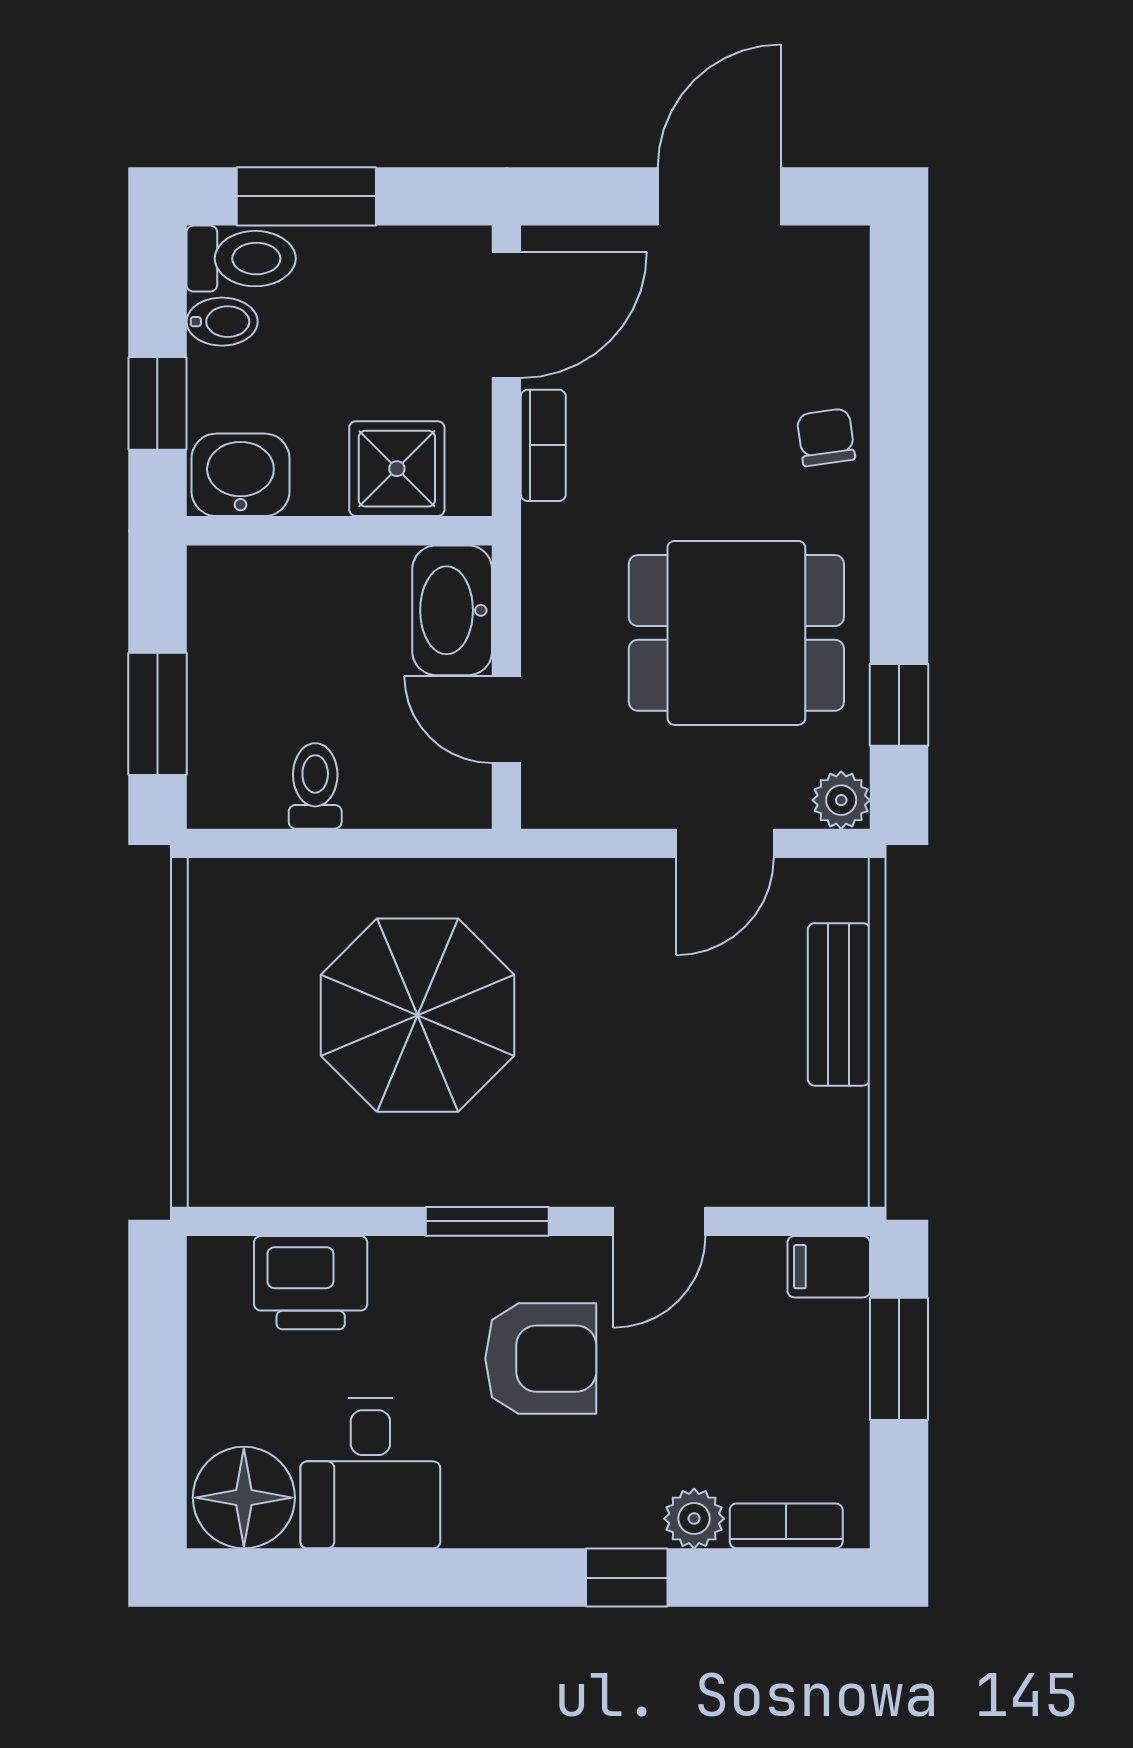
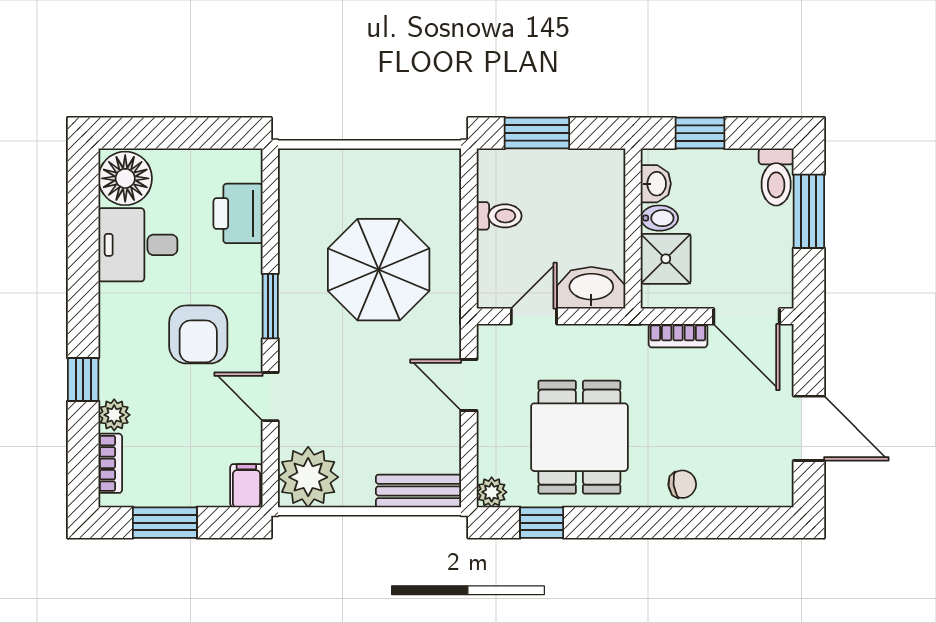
bidet: (222, 322) -> (659, 218), moved, turned -90
washbasin: (240, 475) -> (656, 184), width x0.72, depth x0.69
door: (725, 843) -> (469, 385), moved
bench: (839, 1004) -> (419, 491), moved
plant: (812, 1149) -> (308, 477), added
window: (899, 1359) -> (165, 523), moved

